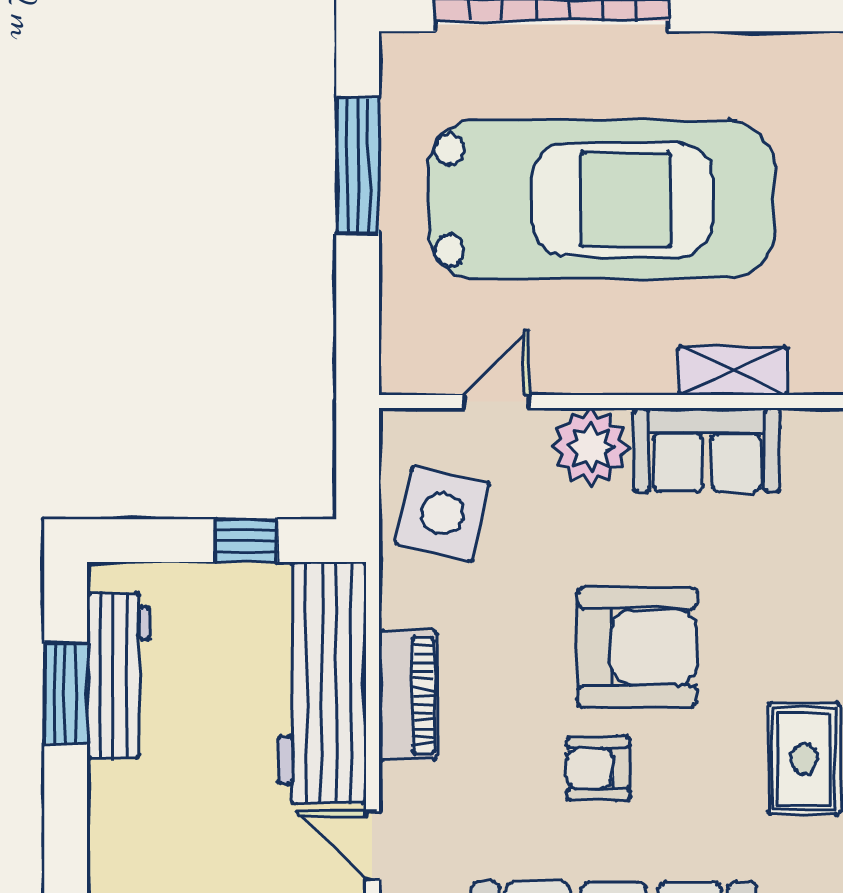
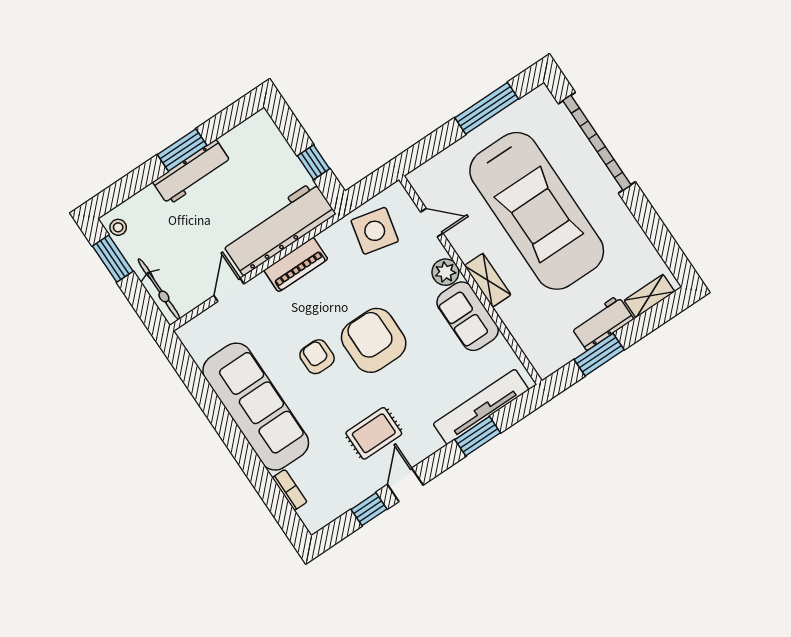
shelving: (733, 371) -> (488, 280), moved
plant: (591, 447) -> (445, 272), width x0.73, depth x0.73
armchair: (637, 647) -> (374, 340), turned 180
workbench: (118, 676) -> (192, 172), moved
window: (66, 693) -> (182, 150), moved

